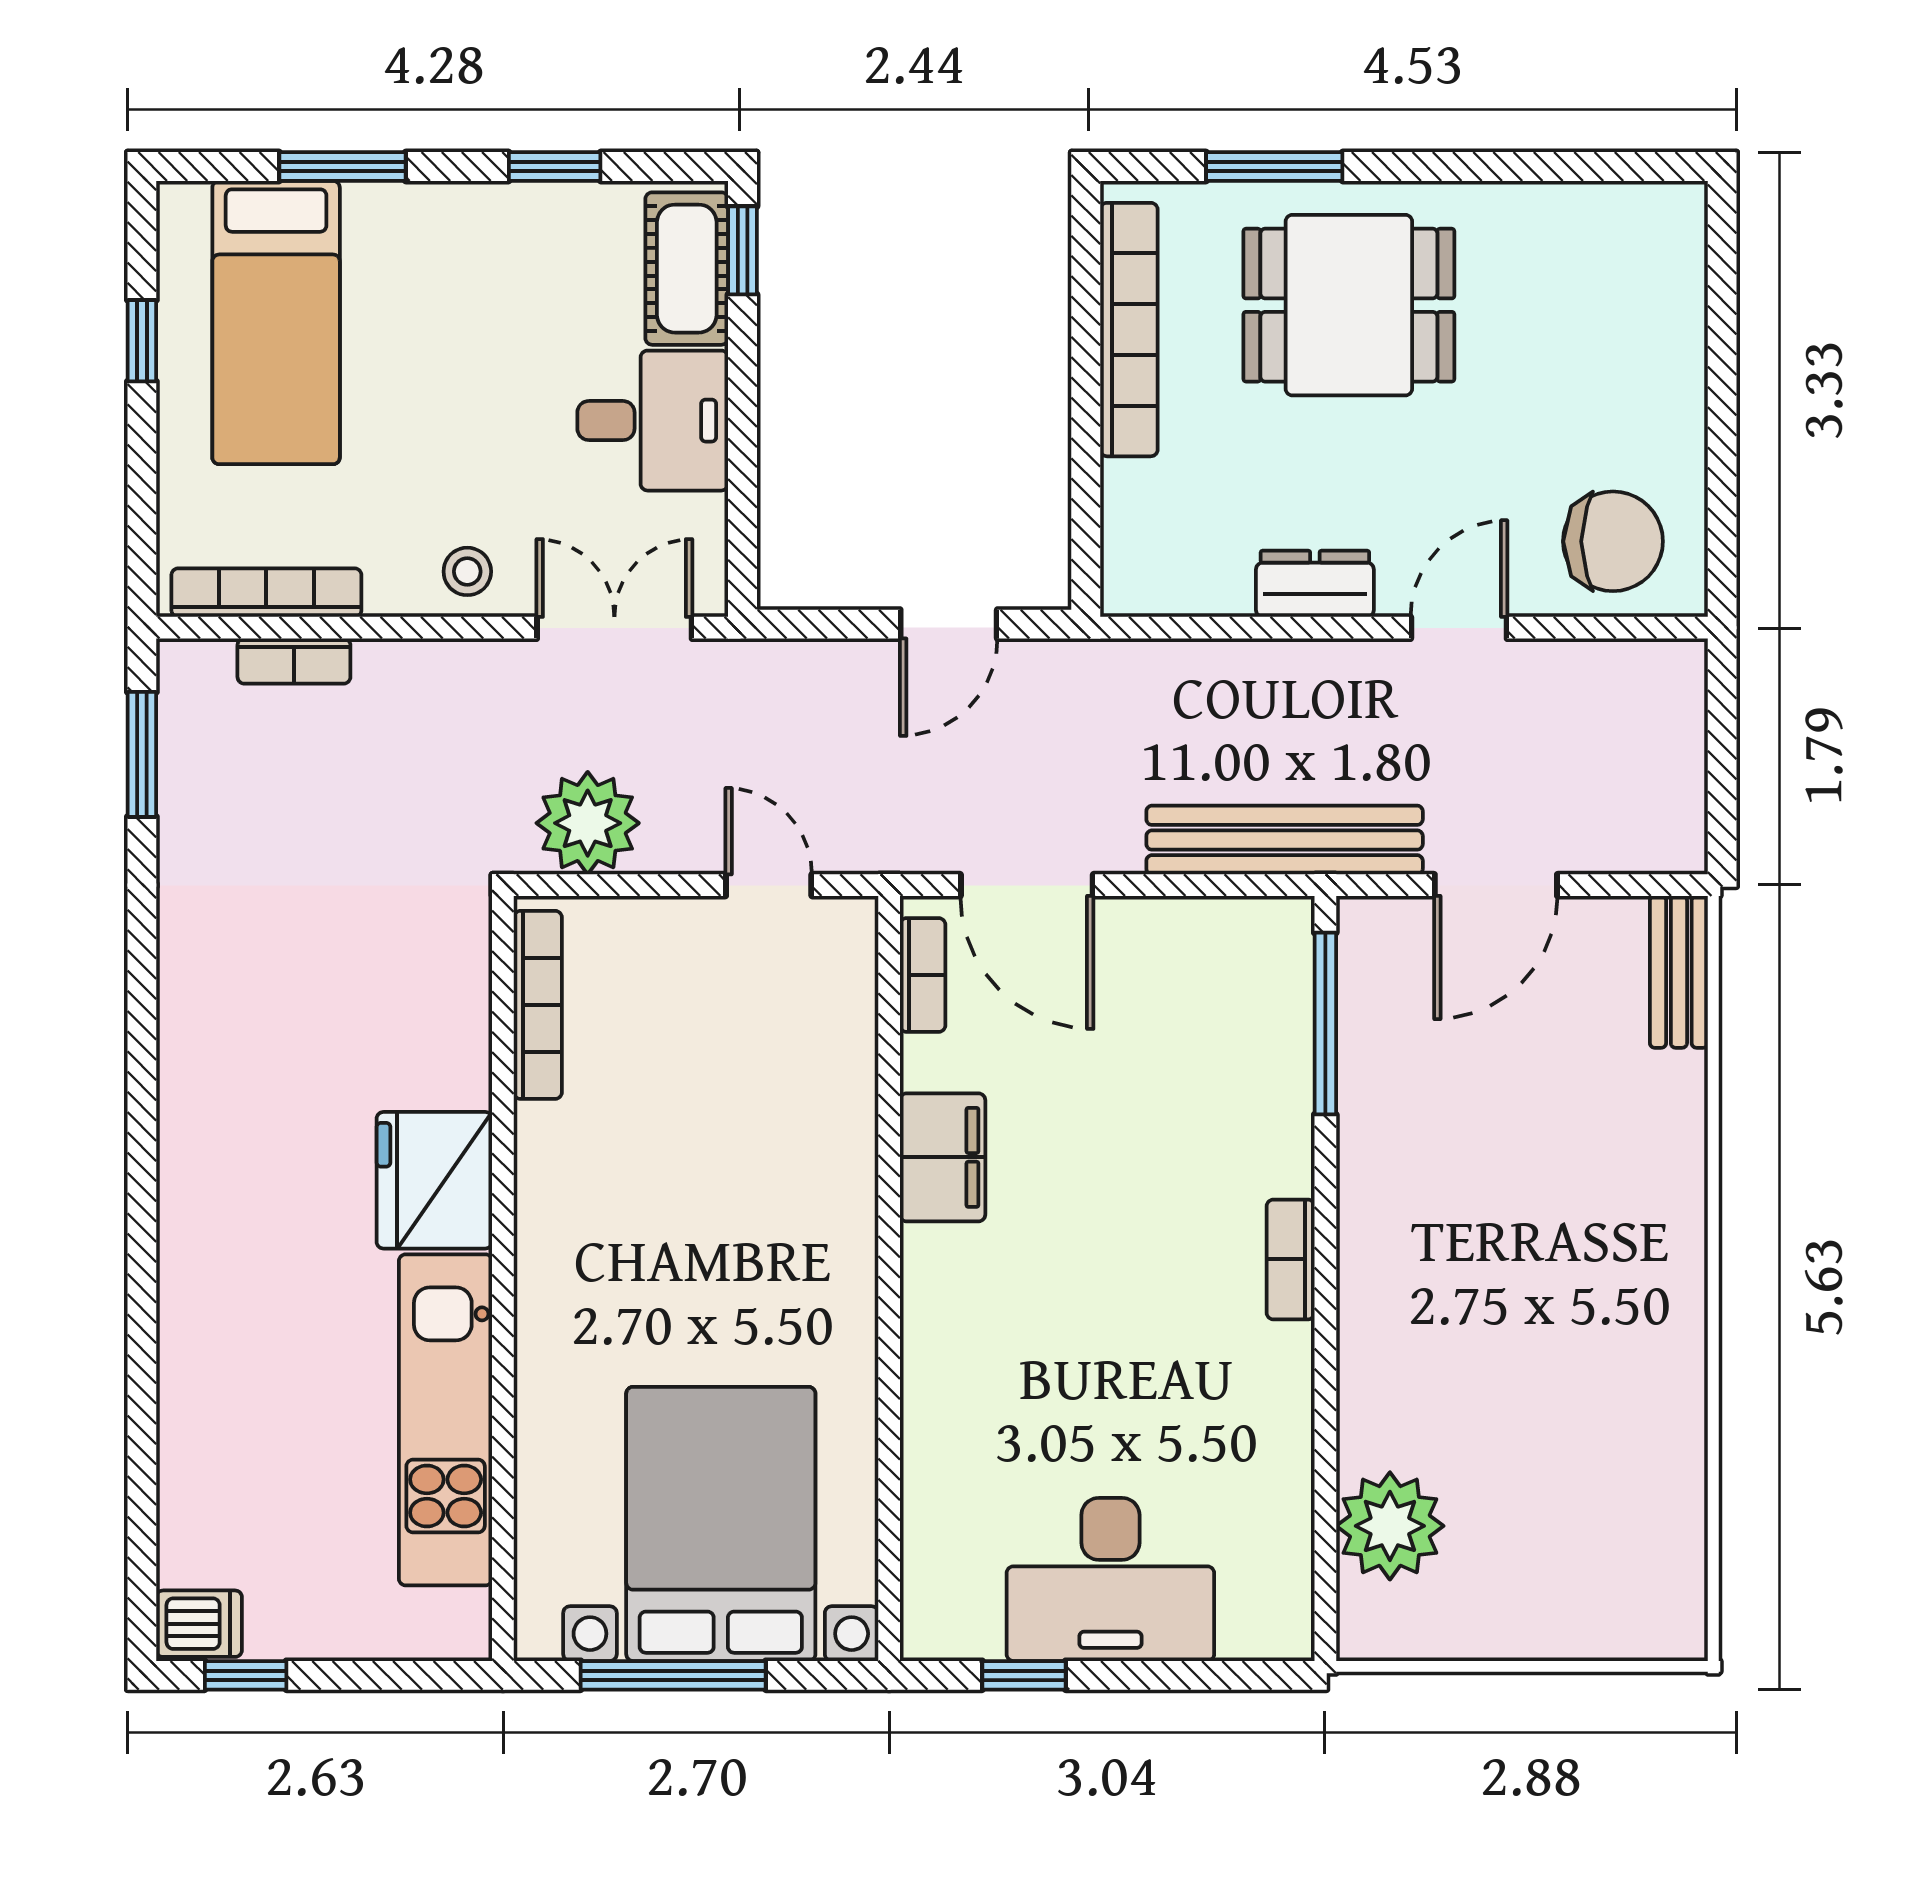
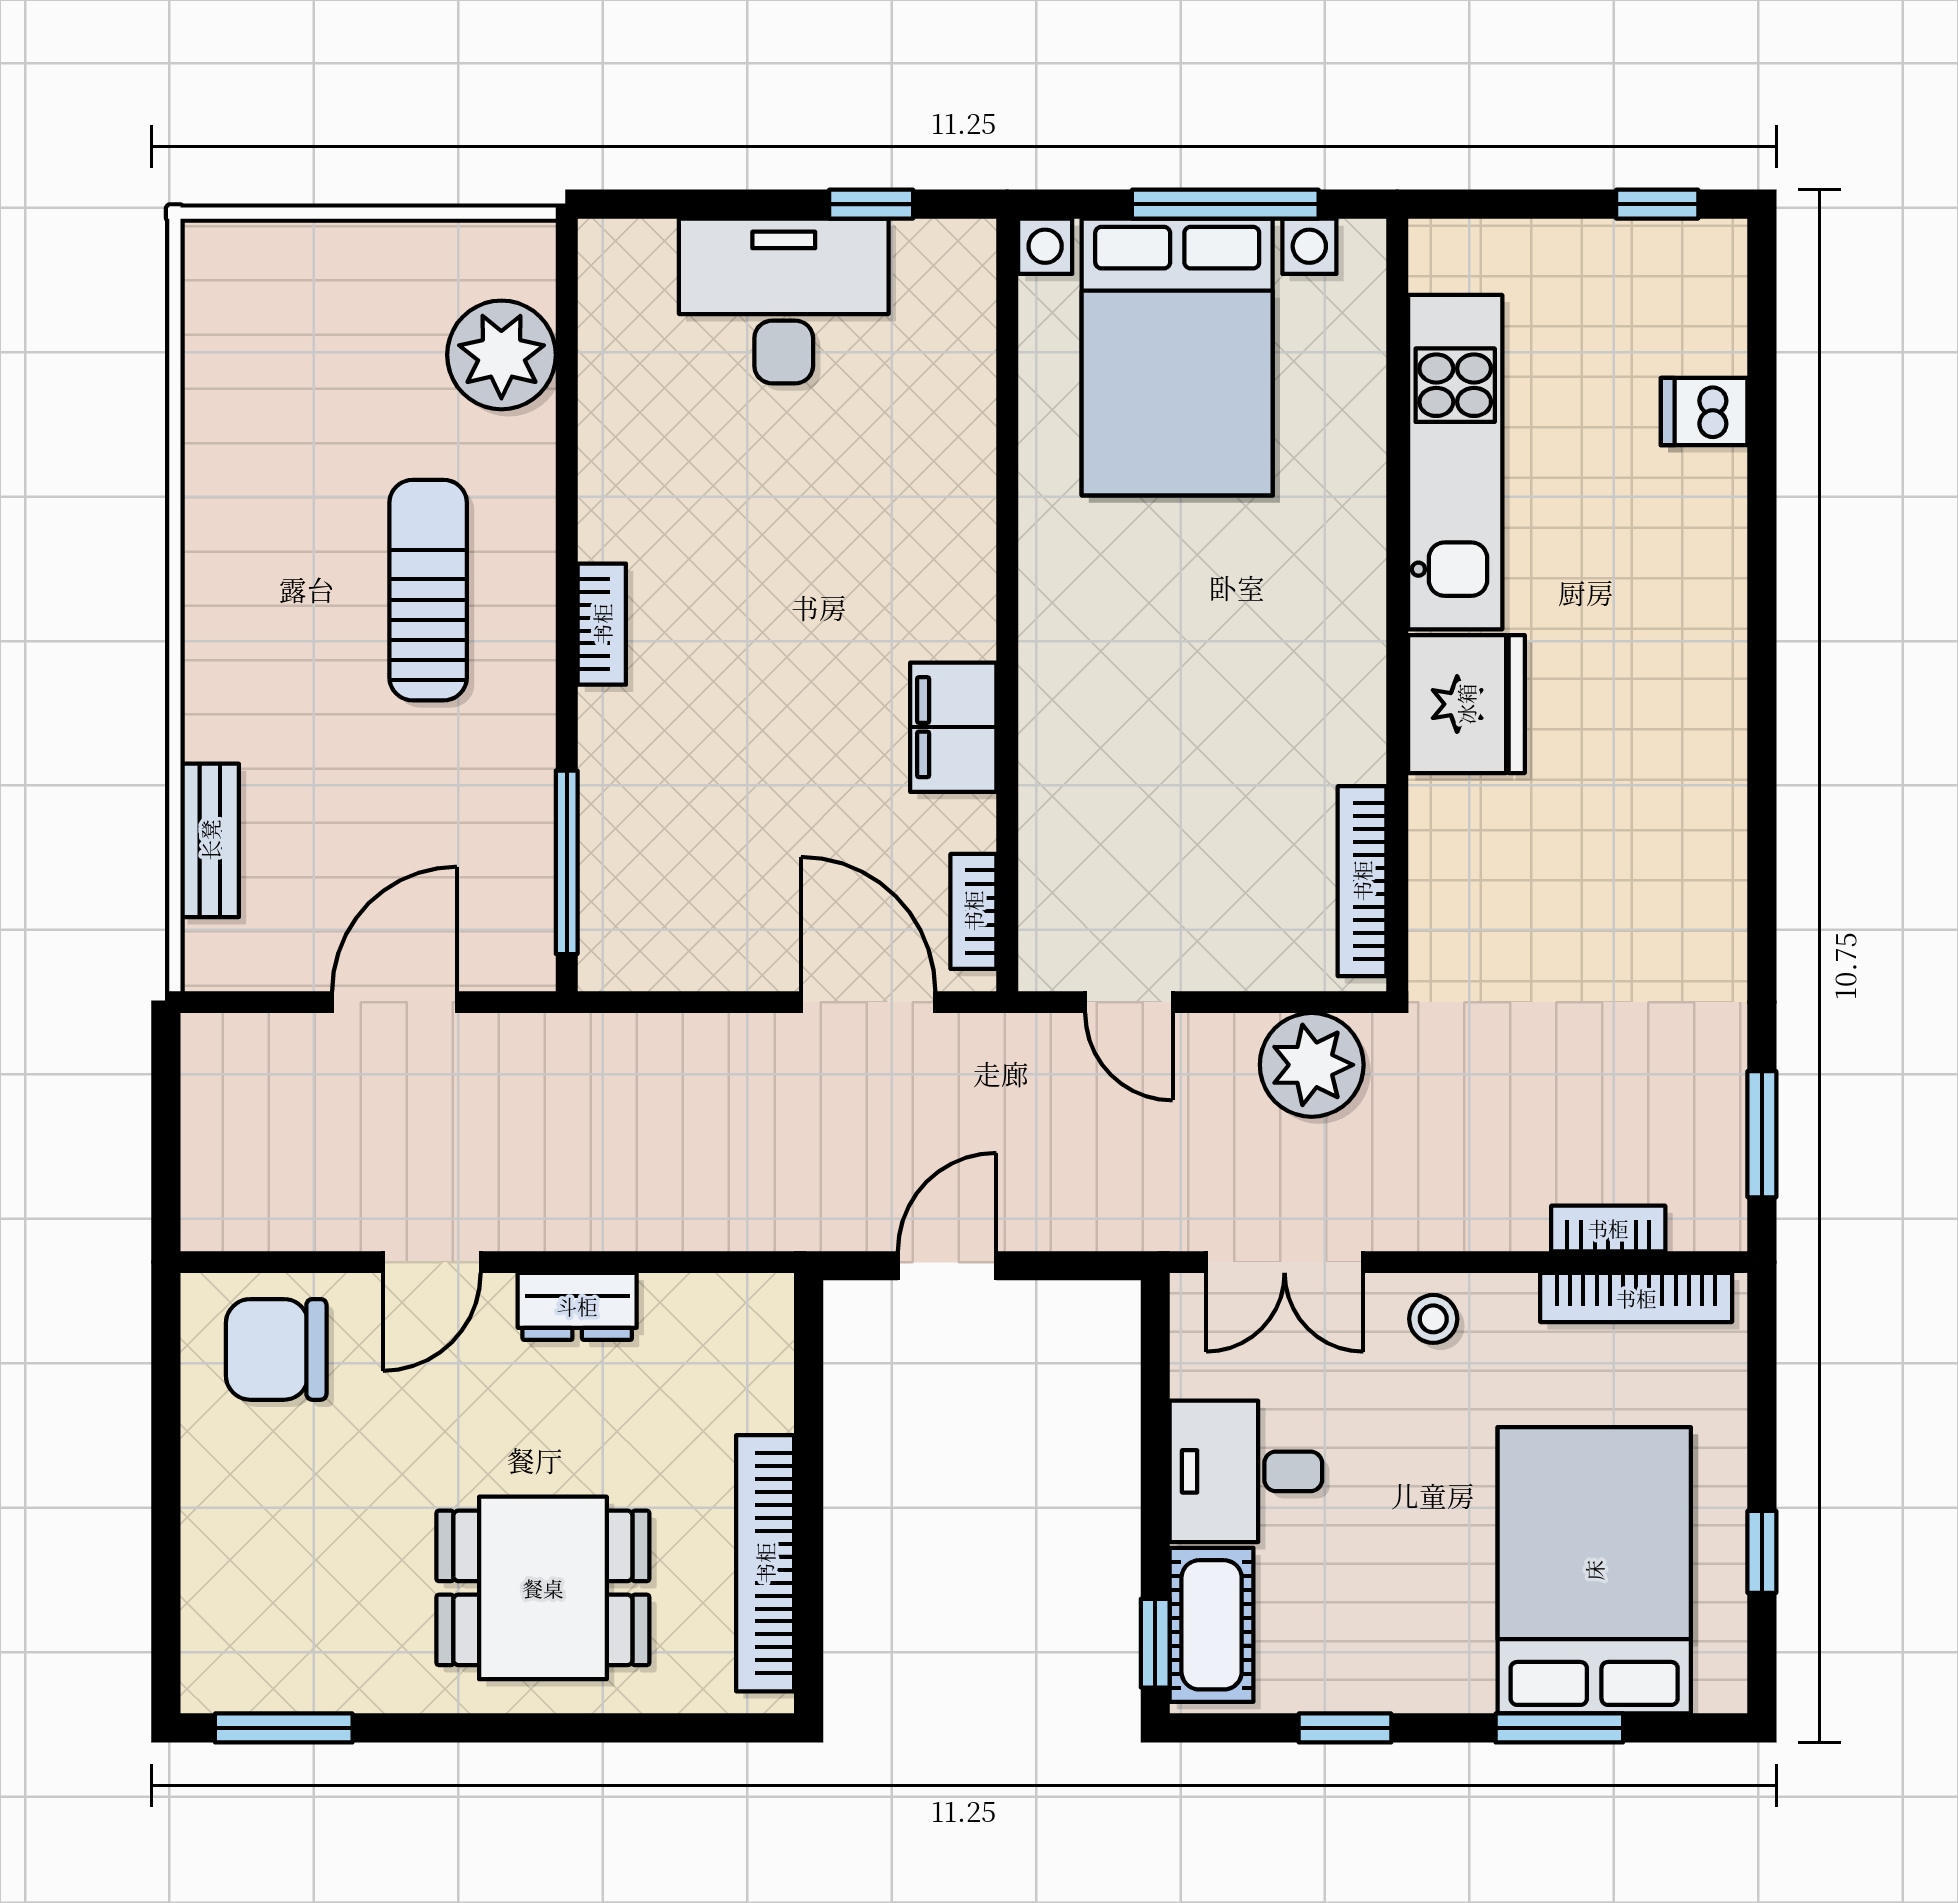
window: (1274, 166) -> (284, 1728), moved
bed: (276, 322) -> (1594, 1570), width x1.50
bench: (1285, 840) -> (608, 1048), removed
bench: (1679, 972) -> (210, 840), moved
sun lounger: (1463, 1293) -> (428, 590), added
dishwasher: (199, 1624) -> (1704, 412), moved

